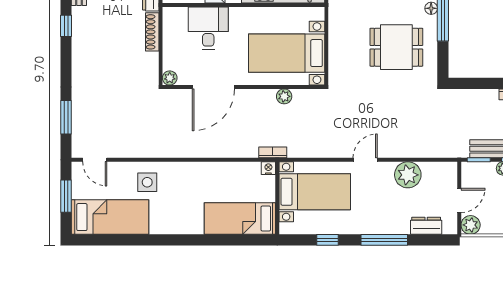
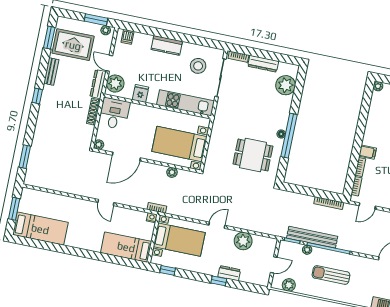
desk: (208, 28) -> (114, 114), moved
door: (95, 160) -> (106, 202), moved
side table: (147, 182) -> (70, 210), removed
plant: (471, 225) -> (289, 285), moved
dresser: (426, 226) -> (229, 273), moved
window: (328, 240) -> (168, 270), moved
window: (384, 240) -> (219, 281), width x0.46

